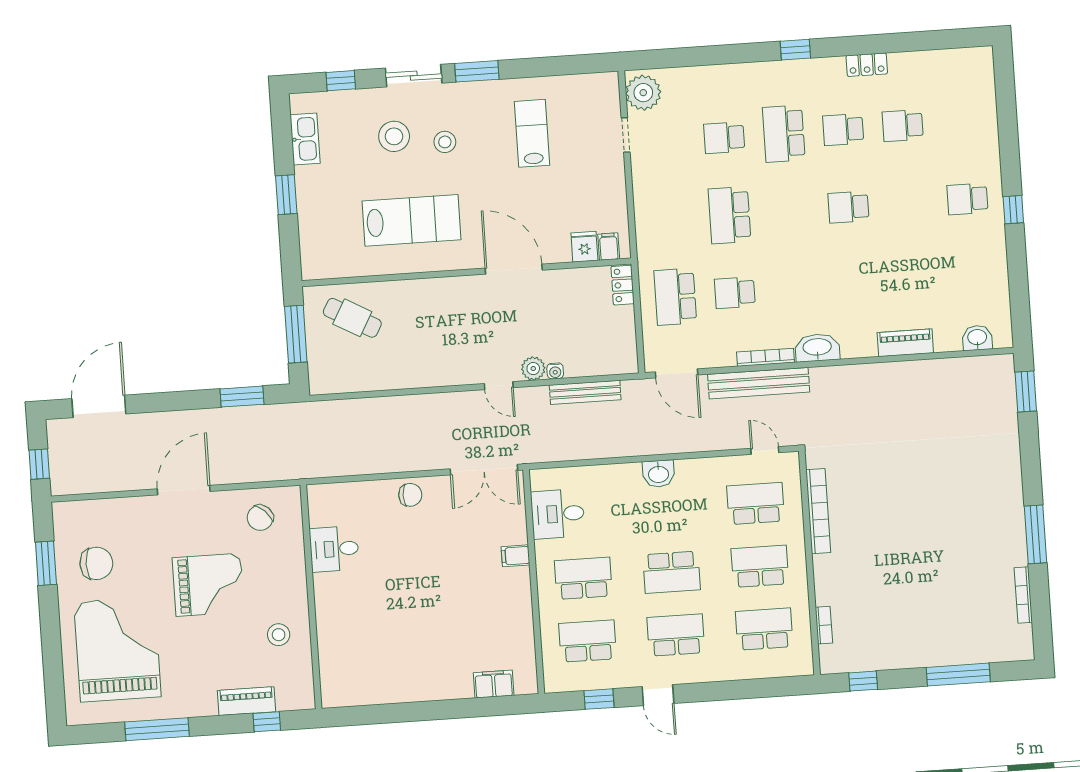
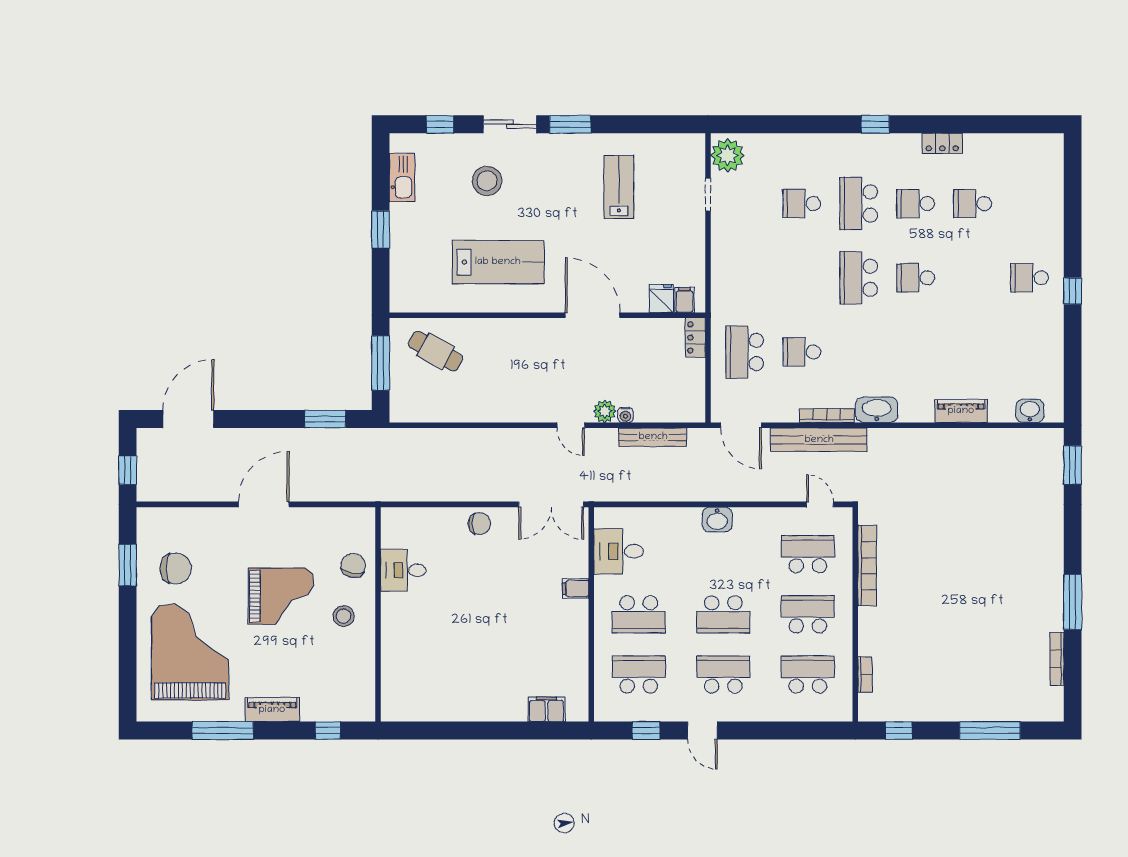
stool: (445, 142) -> (535, 190), removed
school desk: (730, 215) -> (859, 278), moved
chair: (260, 518) -> (353, 566), moved, turned 145
school desk: (583, 578) -> (639, 614), turned 180
stool: (279, 635) -> (344, 616), moved
piano: (247, 701) -> (272, 710), moved

